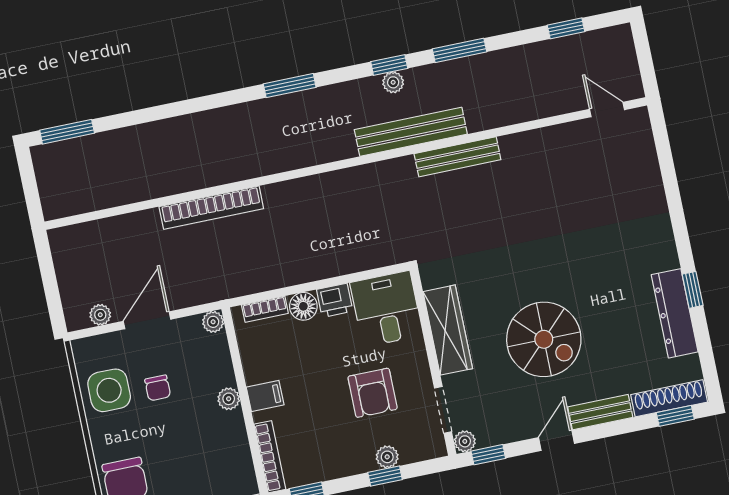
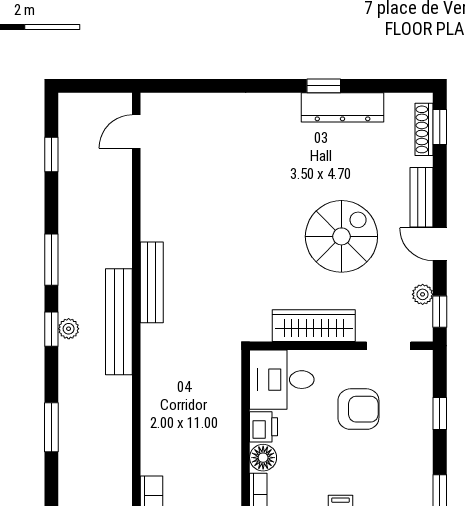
shoe rack: (669, 398) -> (424, 129), width x0.74, depth x0.81
plant: (465, 441) -> (423, 294), moved
plant: (387, 457) -> (422, 408), removed

